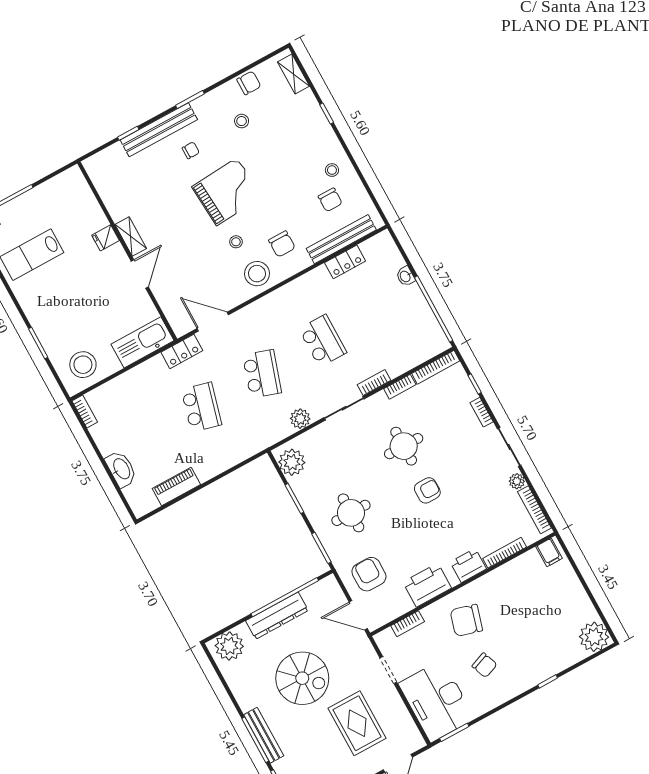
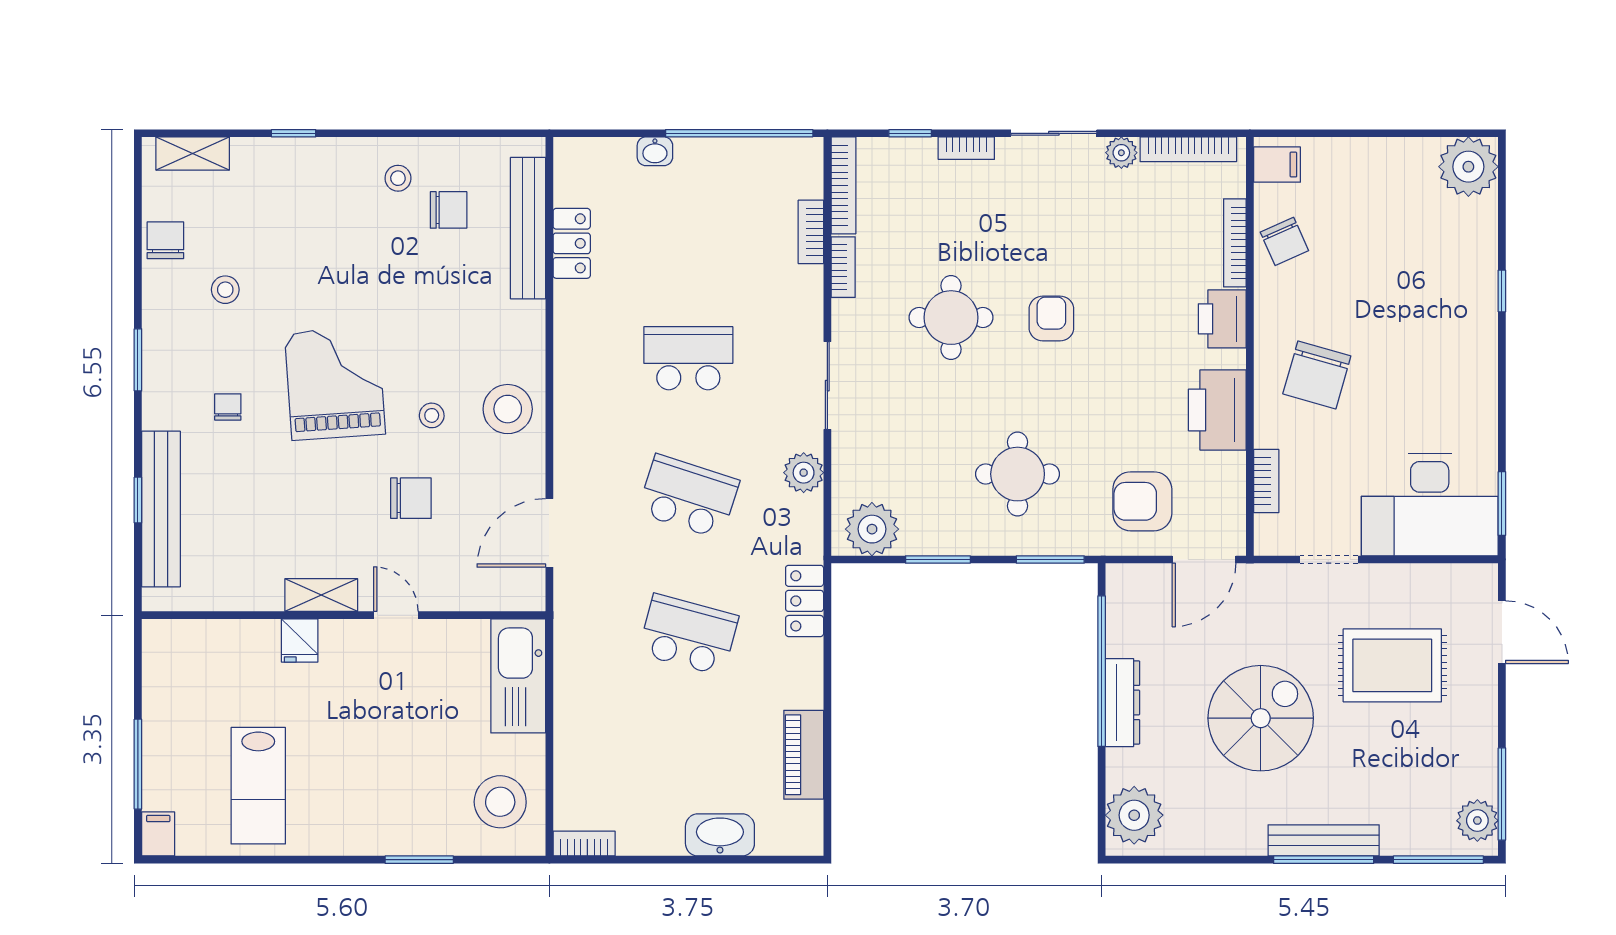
bench: (159, 130) -> (161, 509), moved
chair: (282, 244) -> (411, 498), moved
door: (140, 274) -> (396, 615), width x0.73
locker: (182, 351) -> (805, 601), moved, turned 180
bookcase: (374, 382) -> (811, 232), moved
dresser: (277, 616) -> (1122, 703), width x0.73, depth x0.80
chair: (485, 665) -> (1284, 241), moved, turned 87

